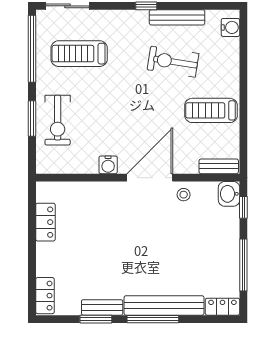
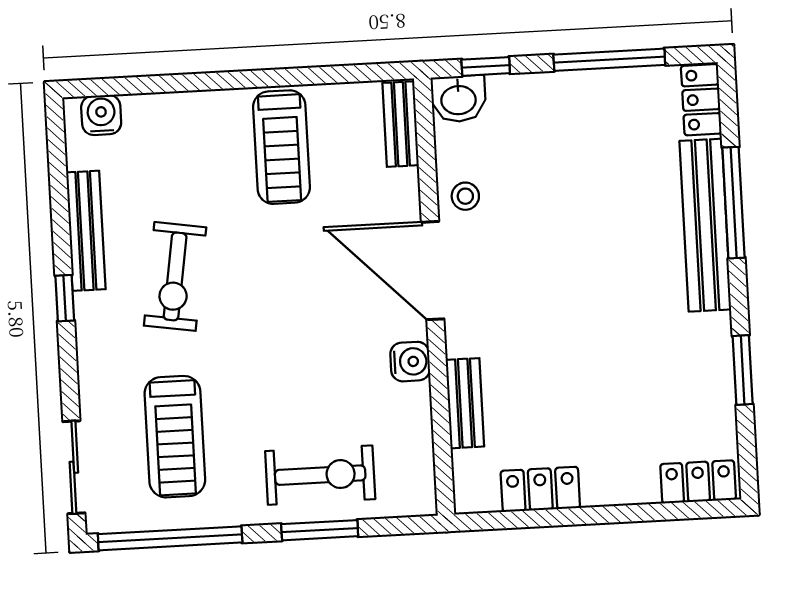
exercise bike: (173, 62) -> (175, 276), moved
bench: (102, 307) -> (465, 403), moved
window: (153, 319) -> (734, 203), moved

